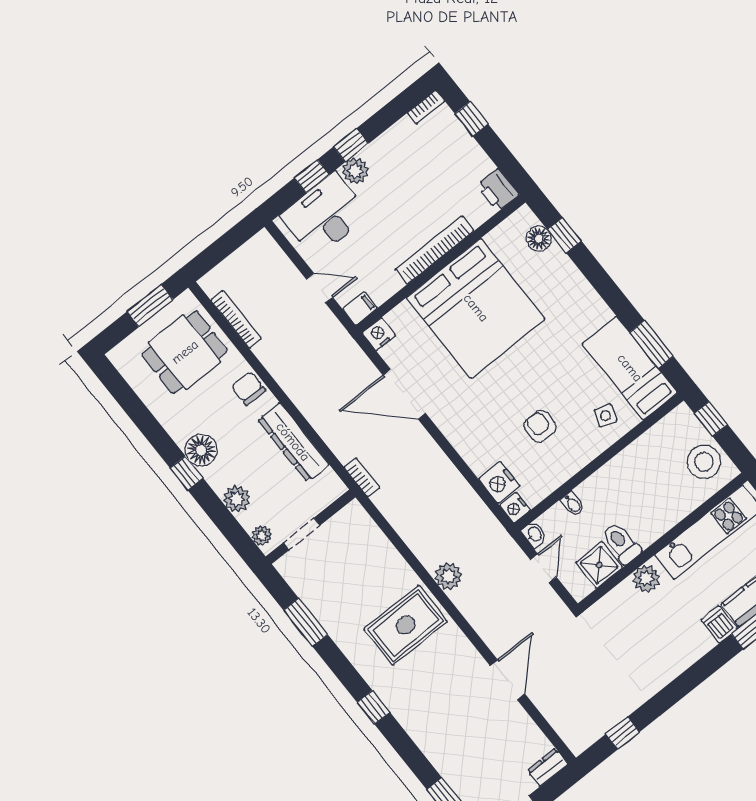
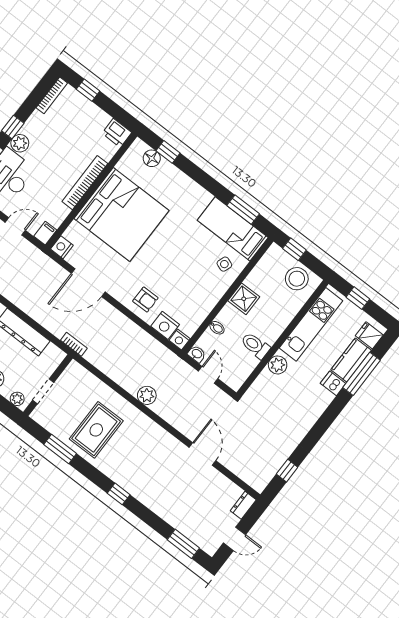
bookcase: (426, 107) -> (52, 95), width x1.56
armchair: (540, 426) -> (145, 300), moved, turned 180
shower: (599, 565) -> (244, 299), moved
rug: (406, 625) -> (96, 430), moved

